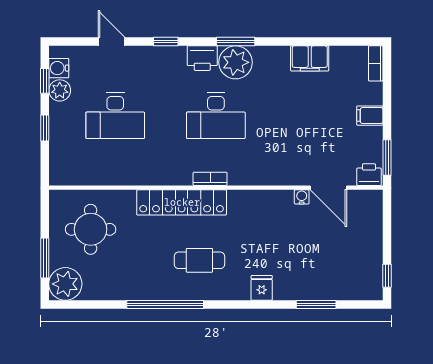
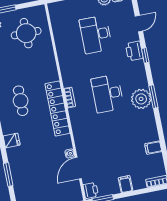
printer: (202, 58) -> (134, 51), moved
filing cabinet: (310, 58) -> (153, 148), width x0.50
locker: (182, 202) -> (57, 108), moved

